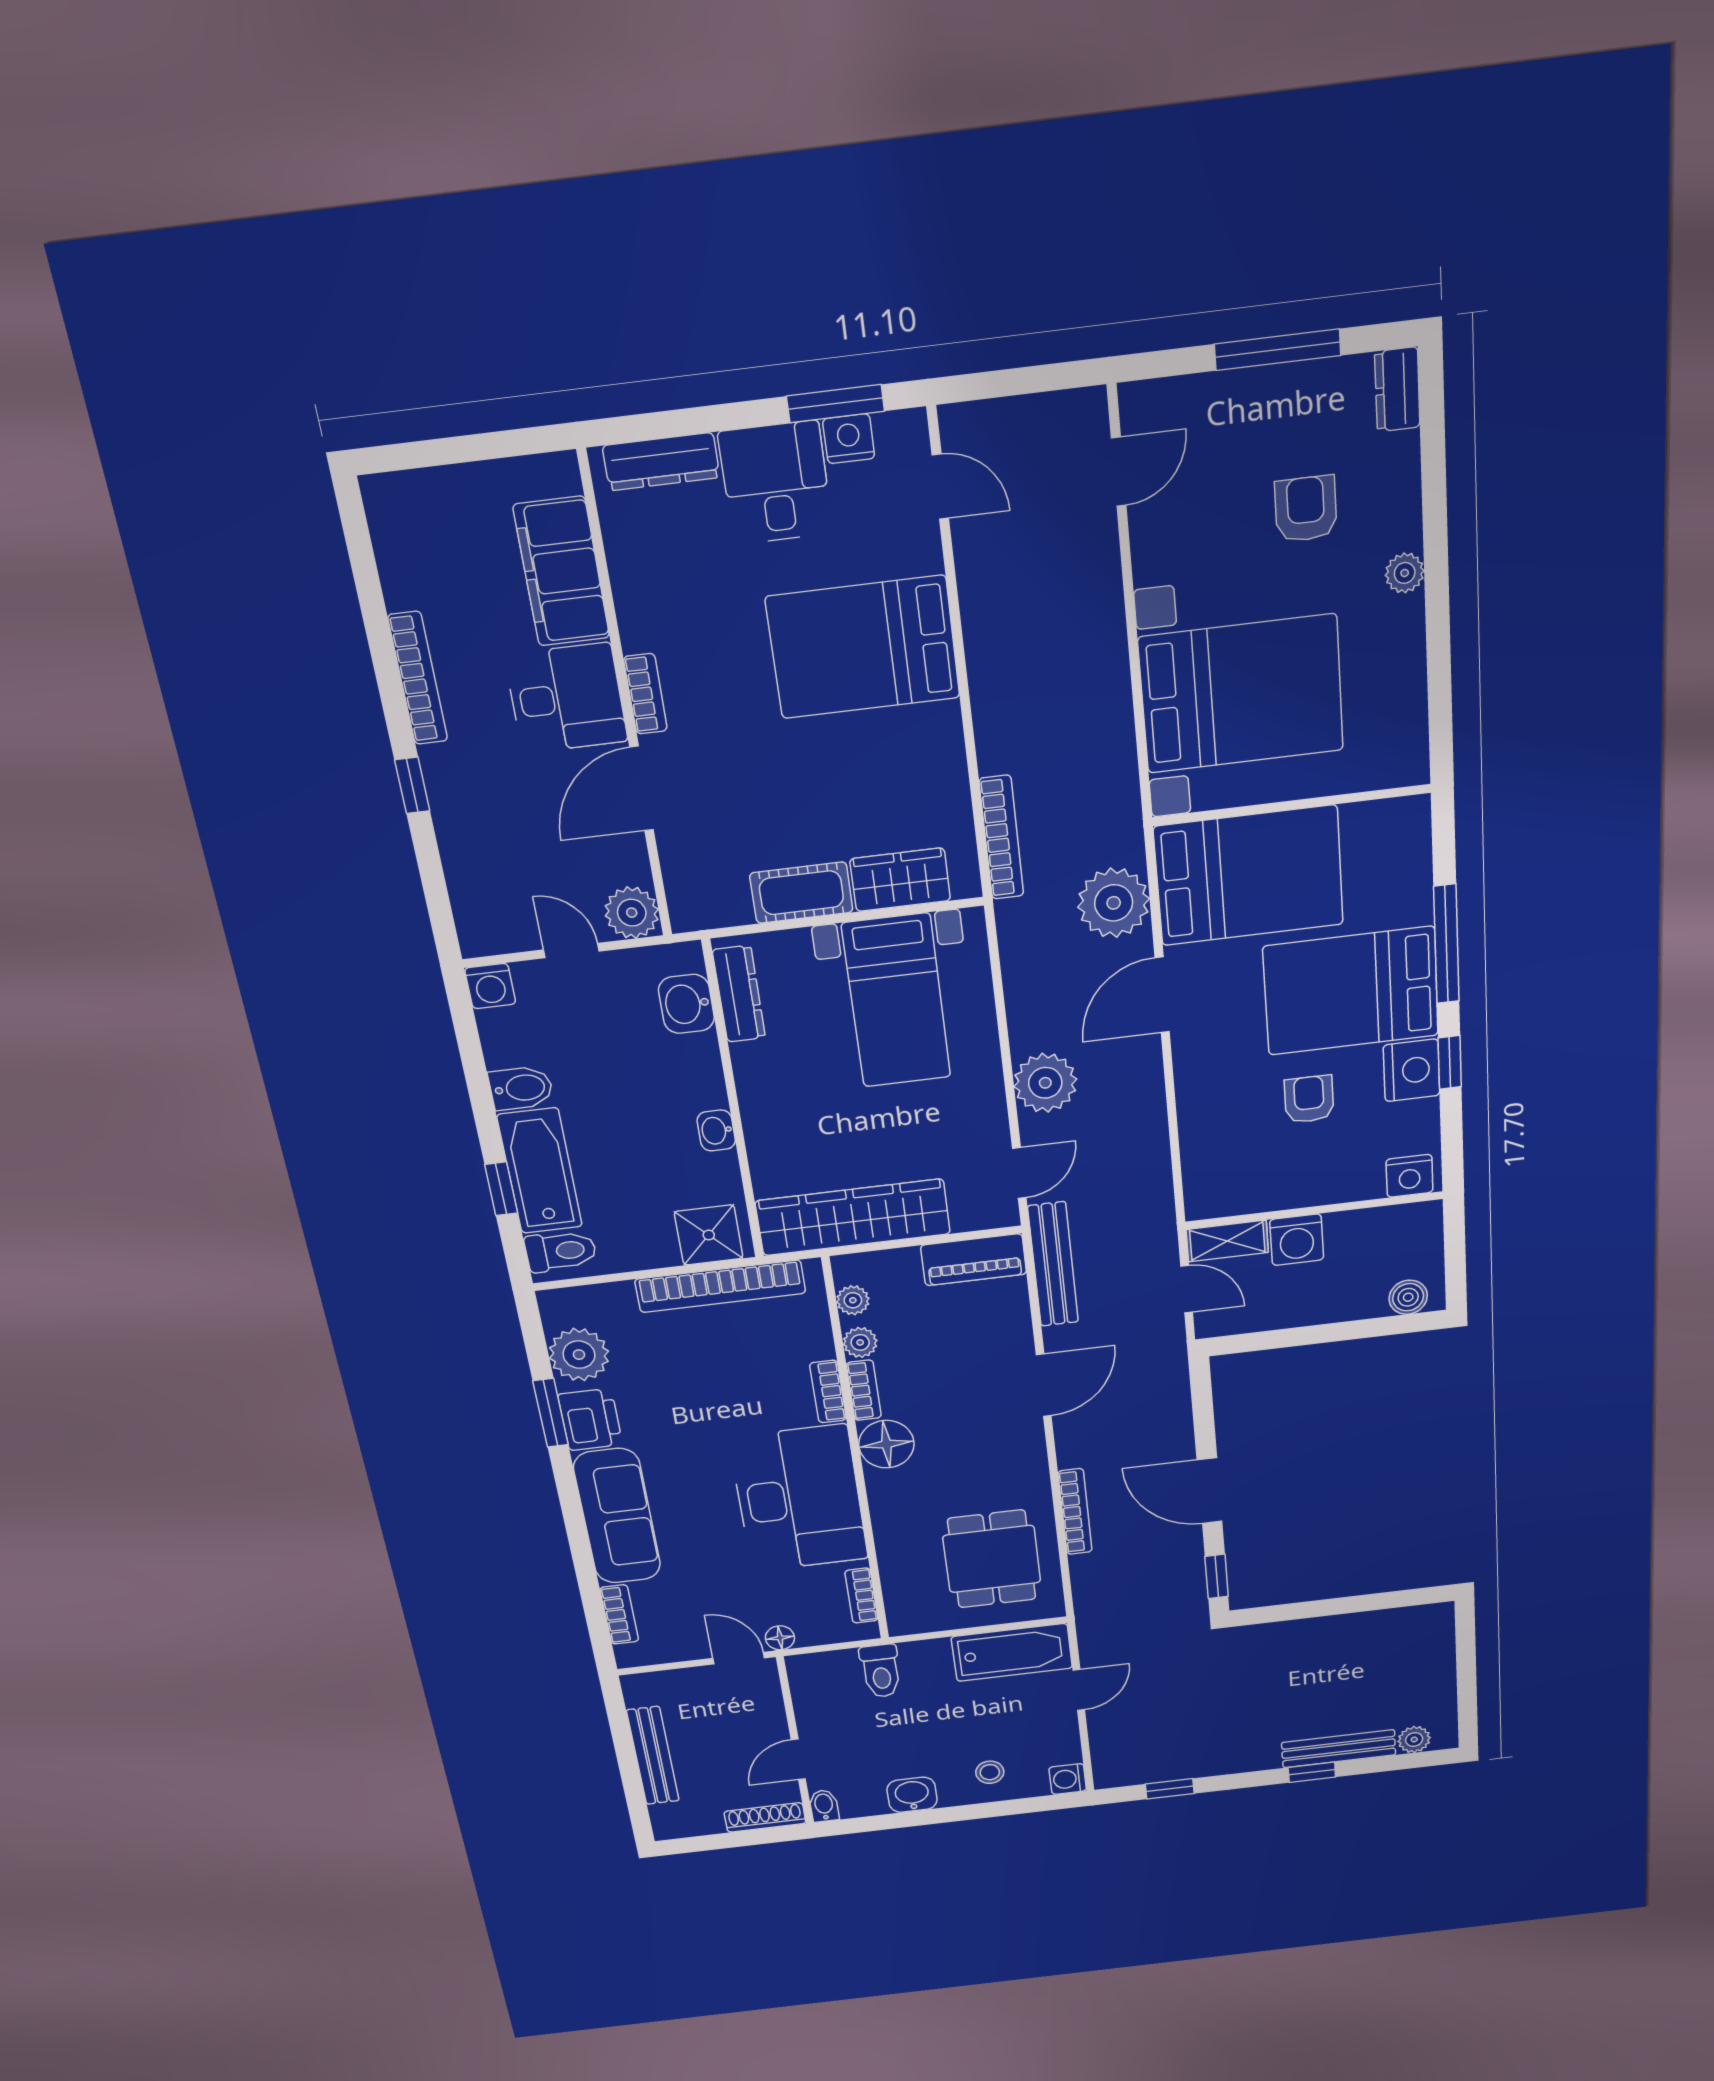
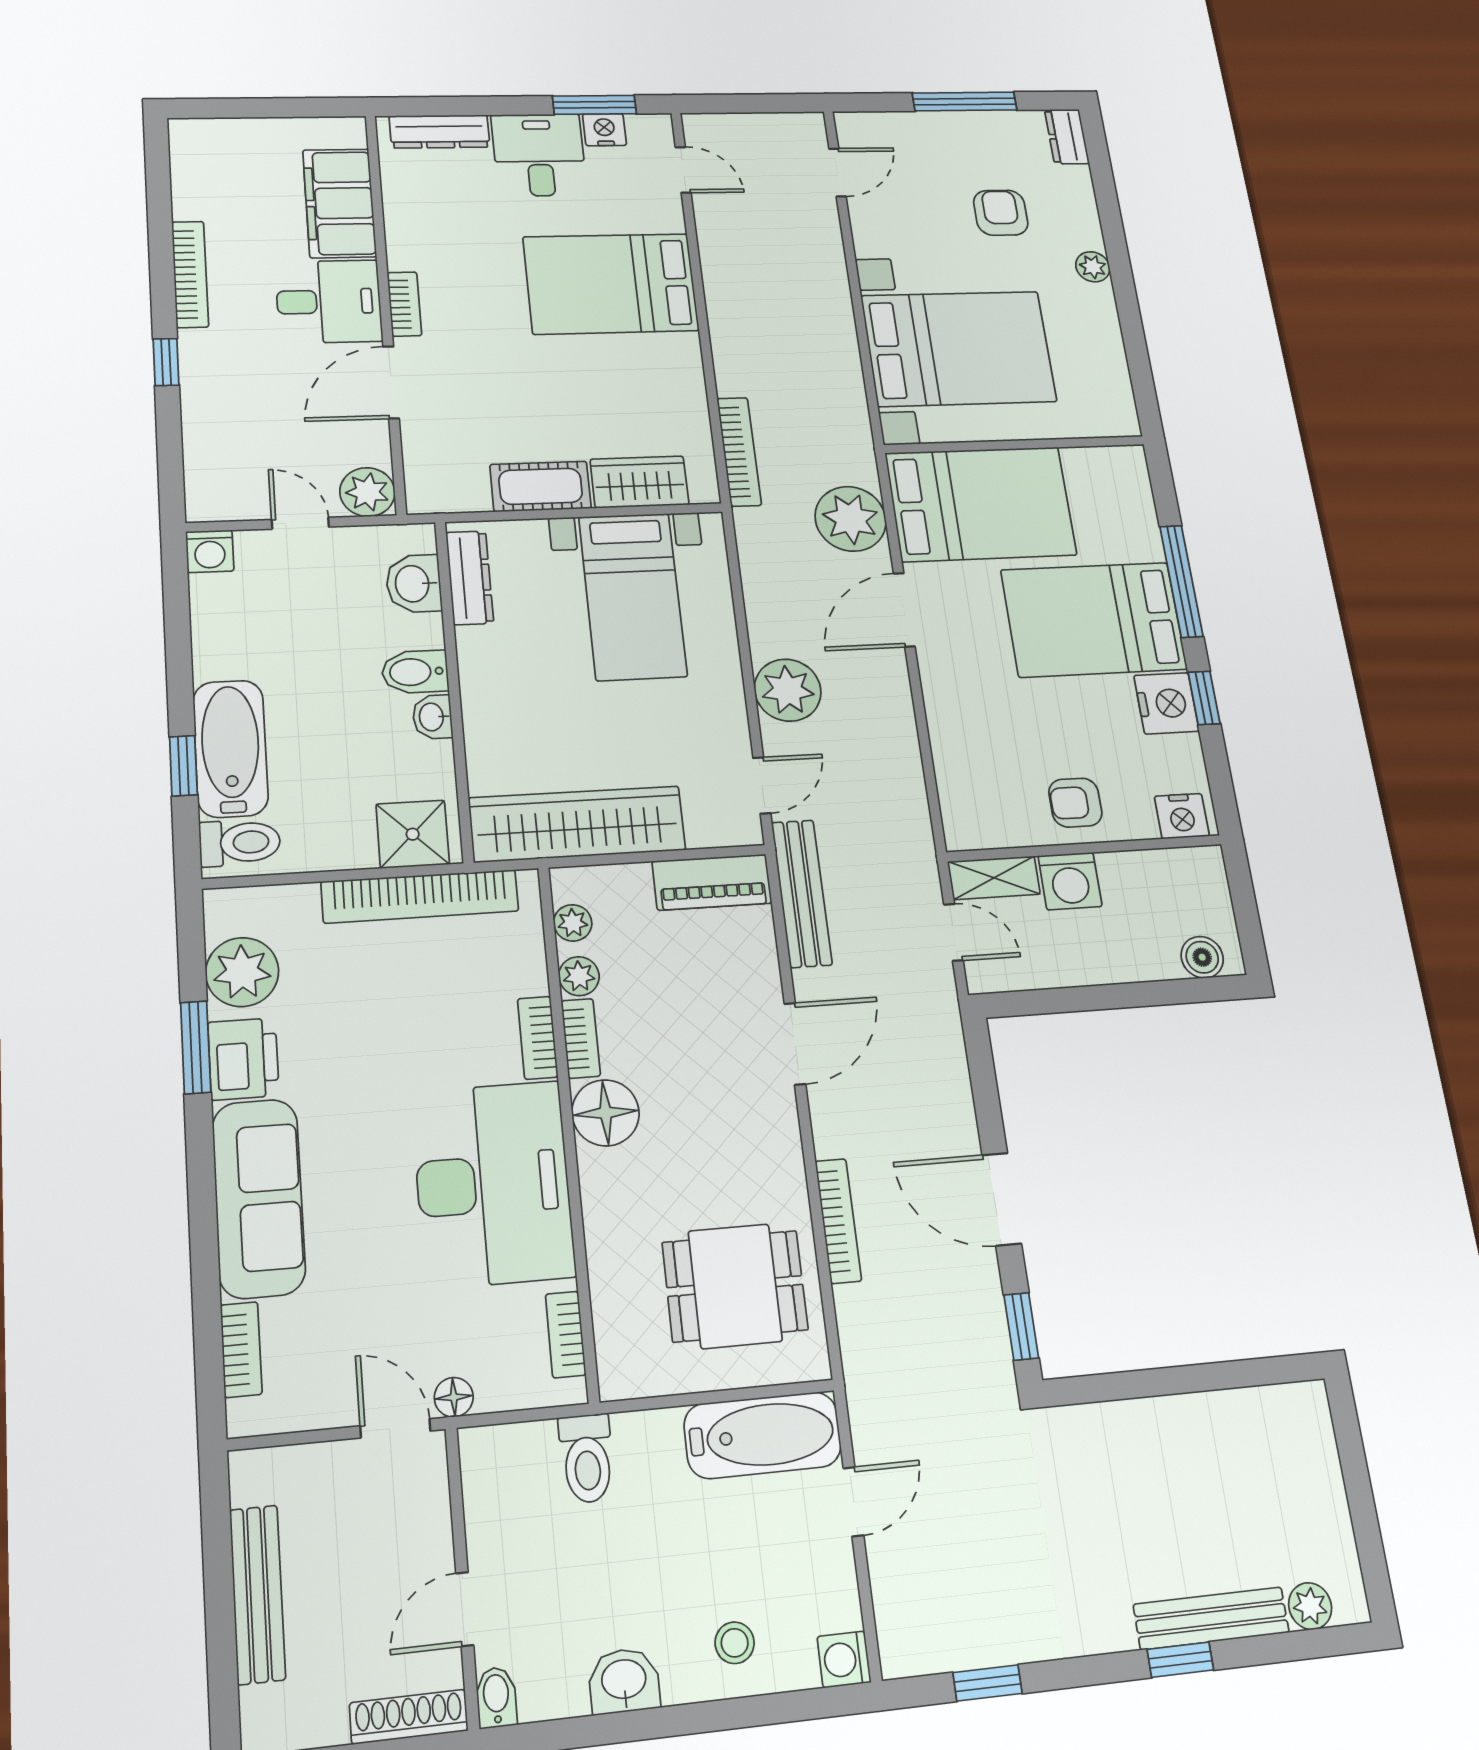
bidet: (521, 1088) -> (415, 672), moved, turned 180
armchair: (1309, 1099) -> (1075, 803), moved, turned -90
dining table: (992, 1559) -> (735, 1286), turned 90

